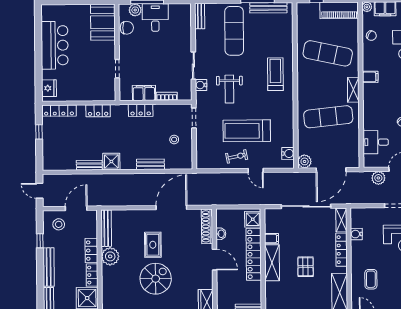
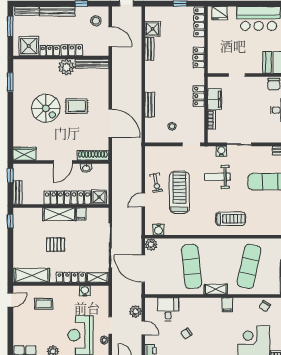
shower: (111, 162) -> (153, 29), moved

